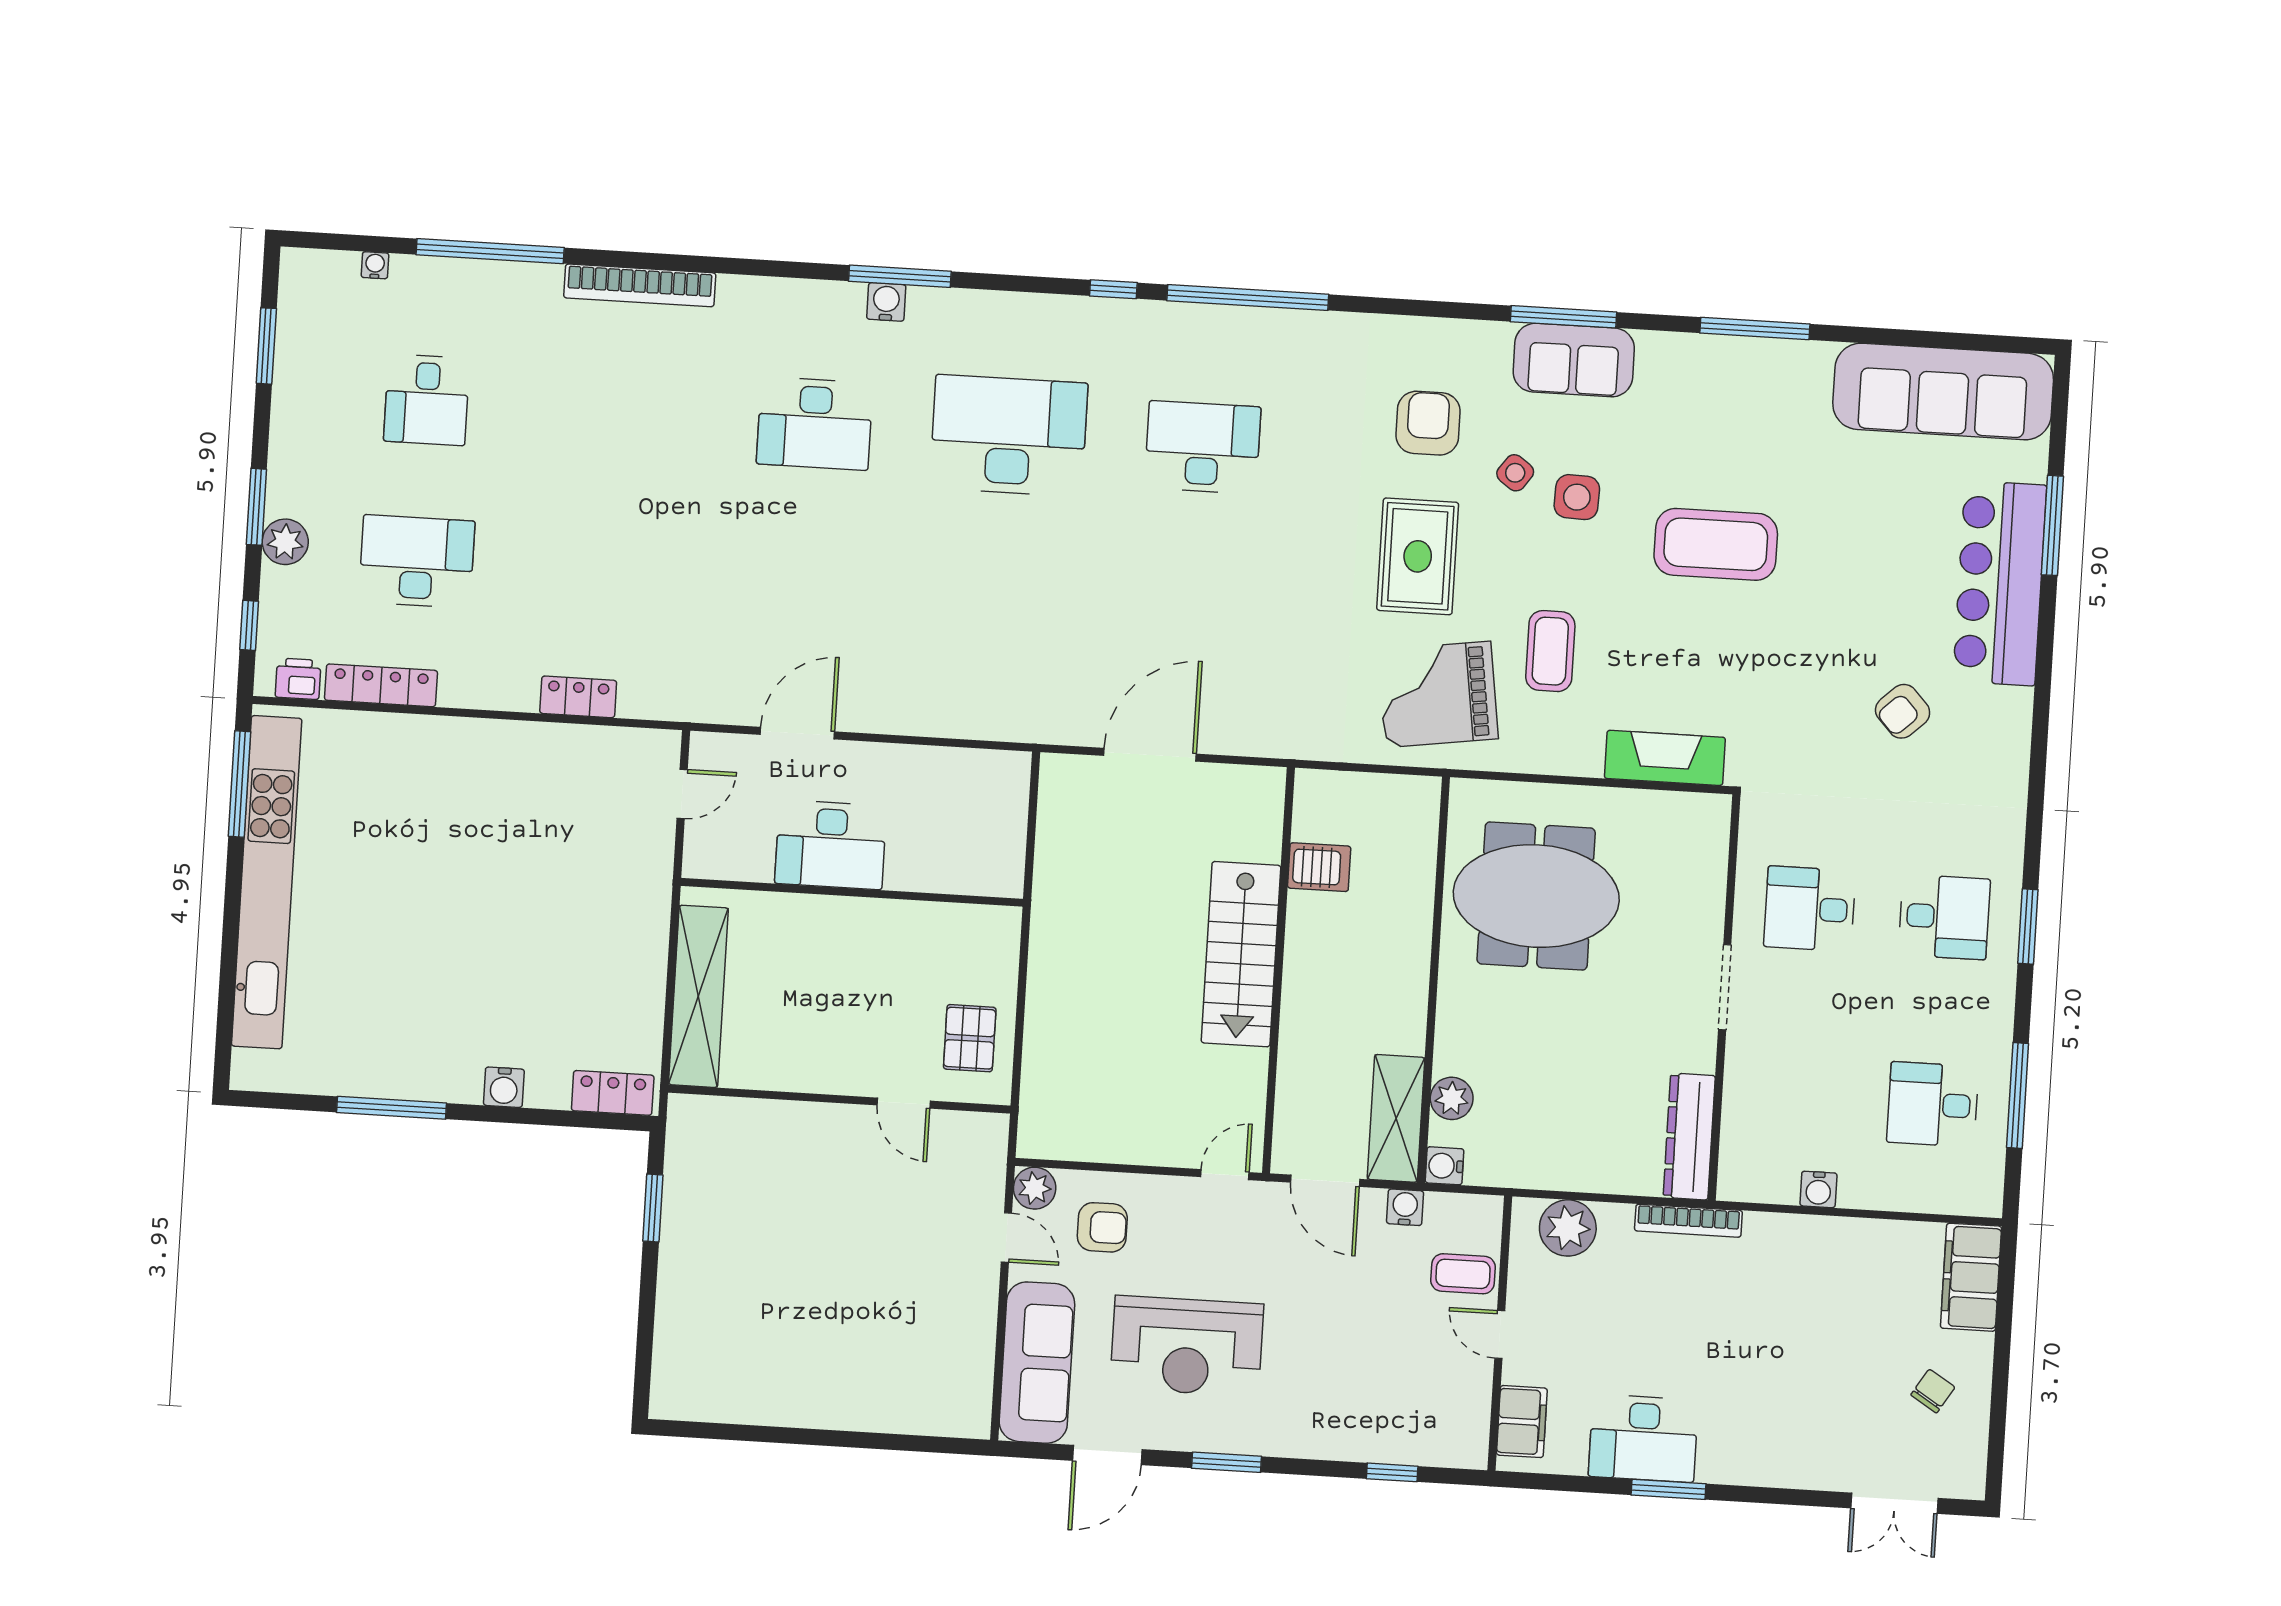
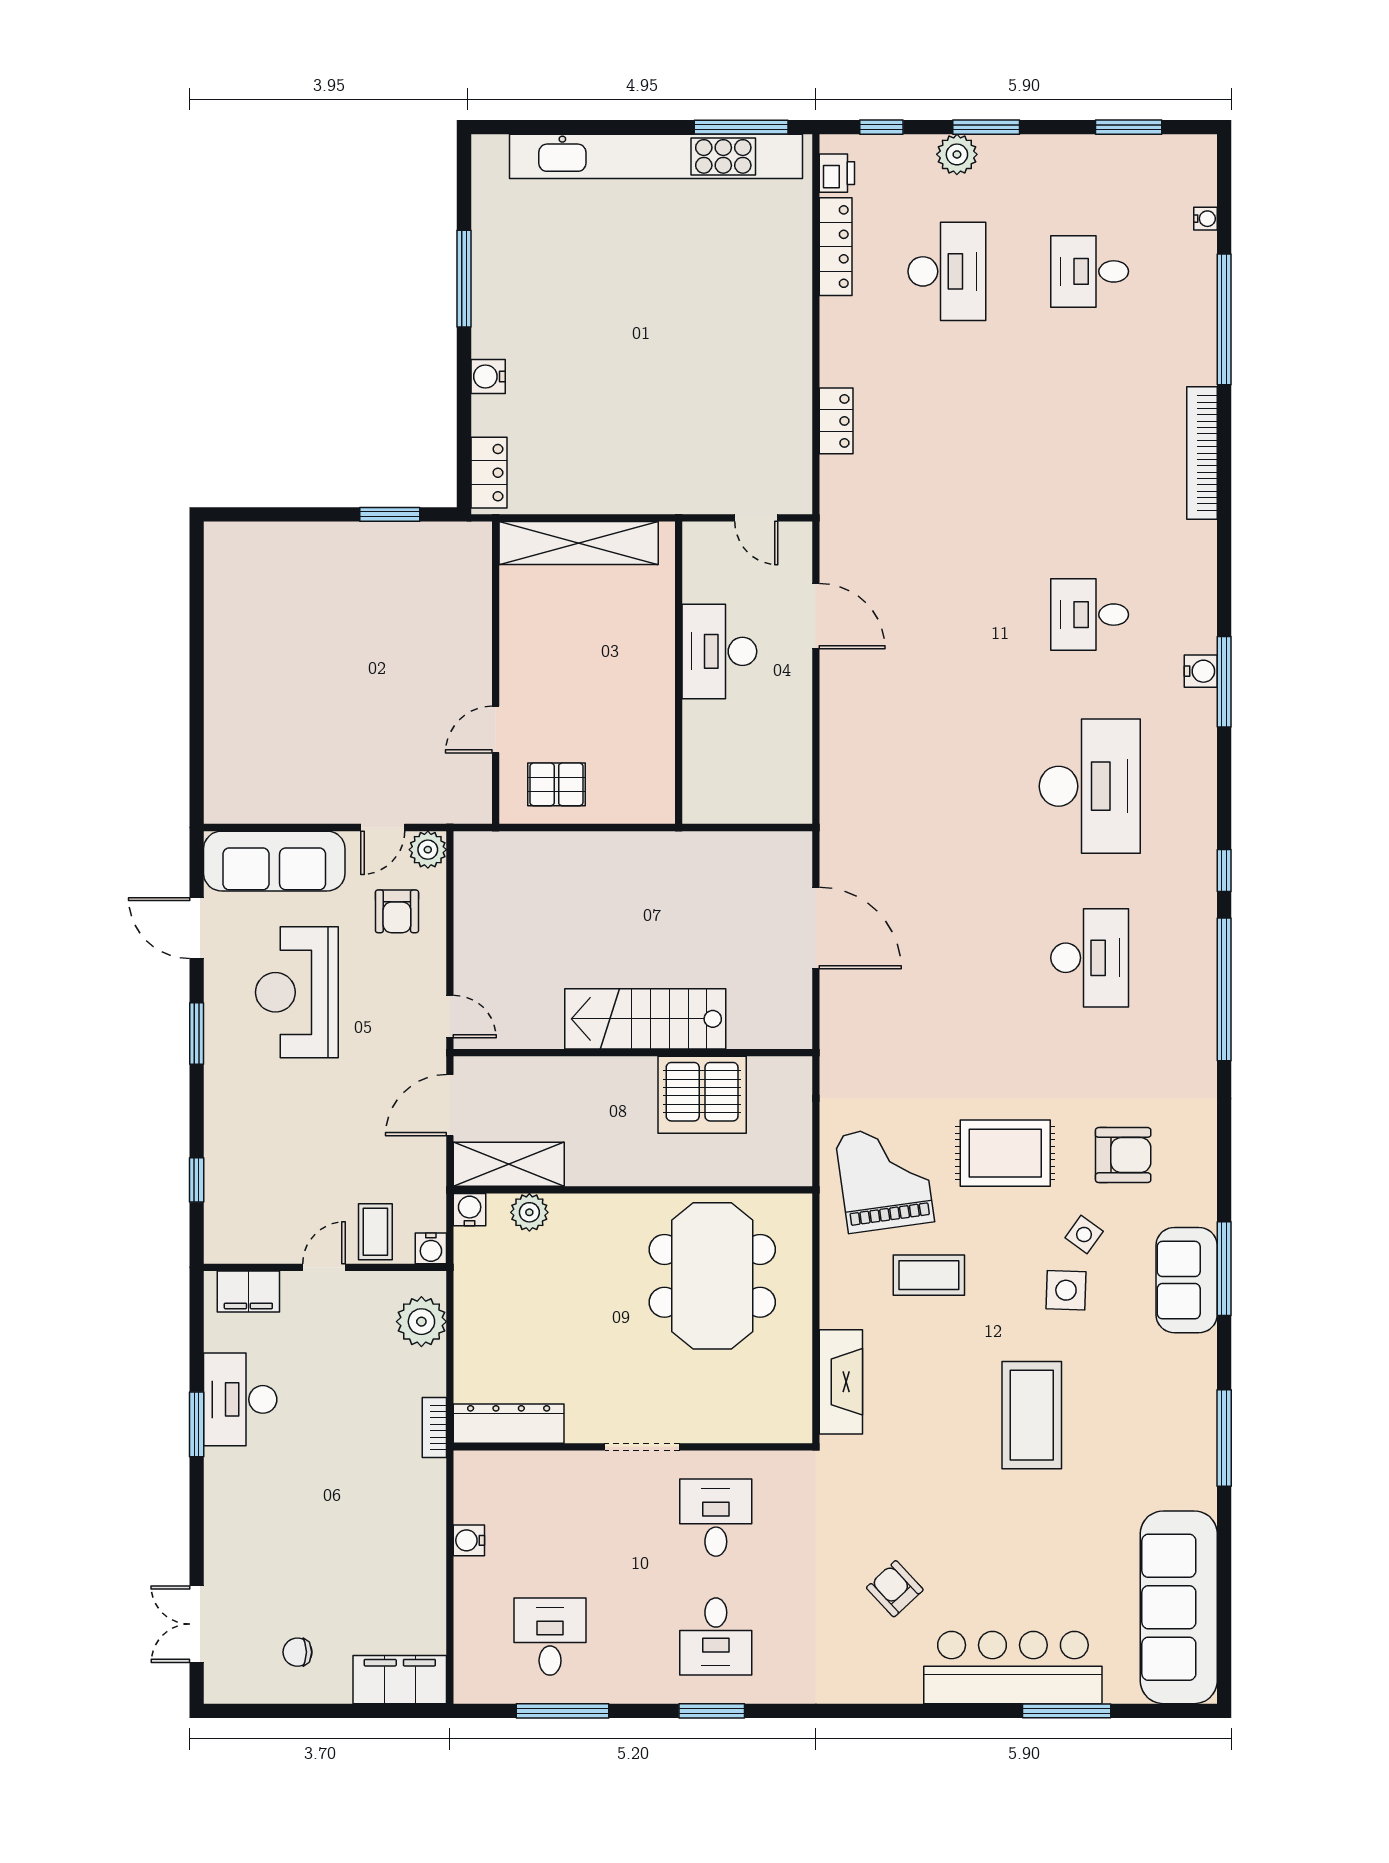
desk: (815, 424) -> (1090, 615), width x0.73
server rack: (1319, 867) -> (702, 1095), width x2.18, depth x1.44
water cooler: (1405, 1207) -> (431, 1248), moved, turned 90
bookcase: (1688, 1221) -> (434, 1428), width x0.64
chair: (1933, 1391) -> (297, 1652), turned 148

